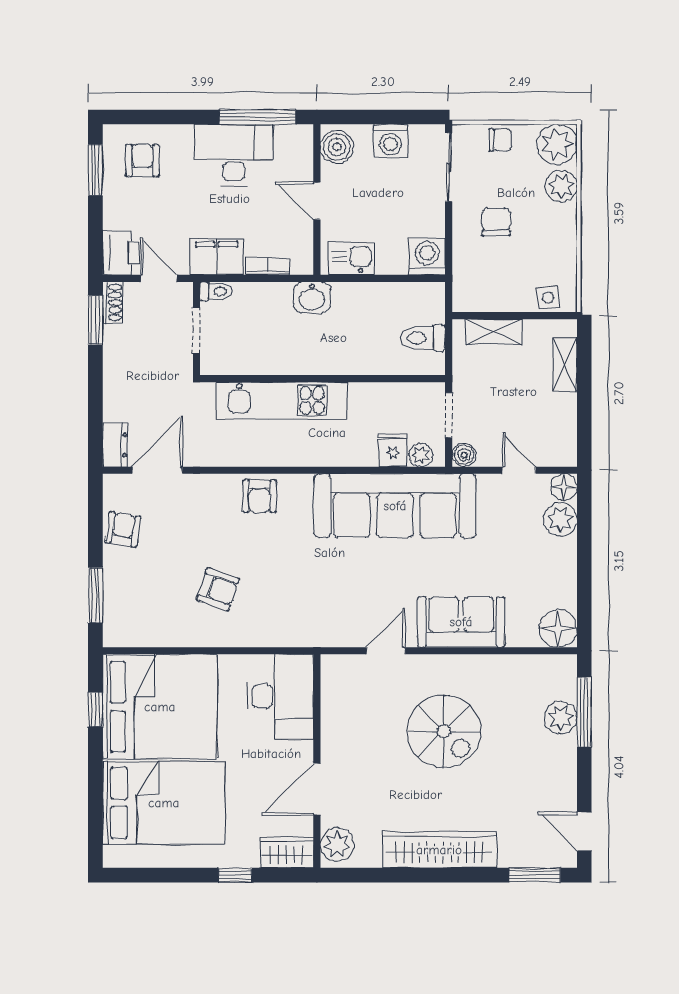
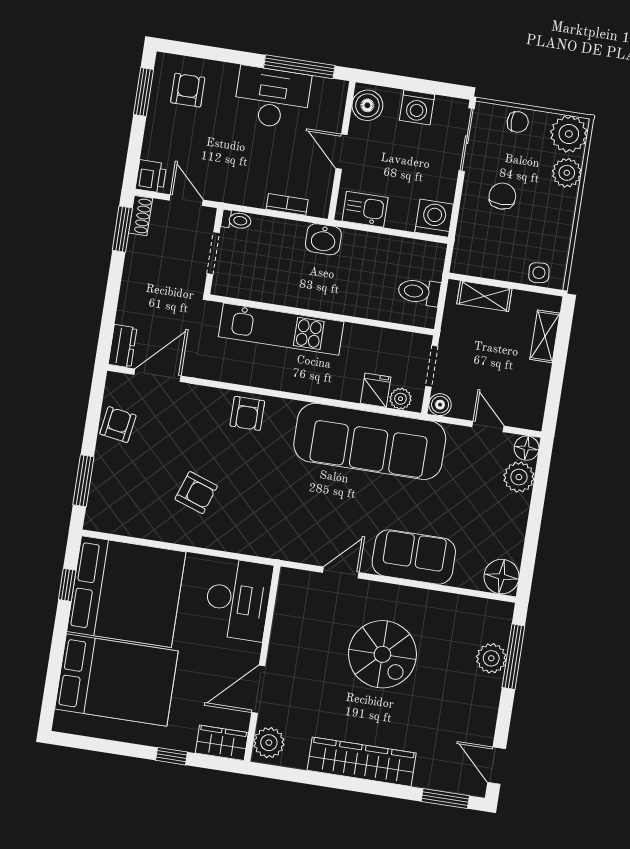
printer: (121, 253) -> (151, 176), width x0.73, depth x0.81
filing cabinet: (217, 257) -> (242, 189), removed

